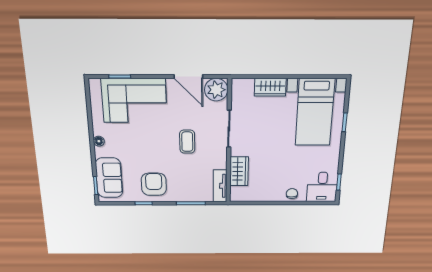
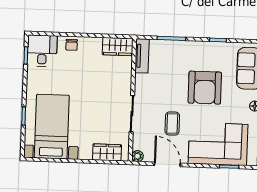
wardrobe: (270, 87) -> (107, 152), moved
plant: (216, 90) -> (137, 156), width x0.53, depth x0.53
coffee table: (187, 142) -> (172, 124), moved
wardrobe: (239, 171) -> (118, 47), moved, turned -90
armchair: (154, 184) -> (205, 88), moved, width x1.36, depth x1.36

